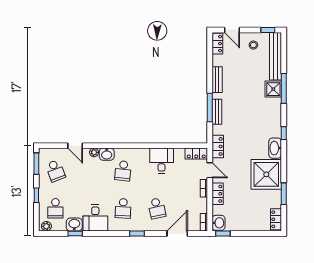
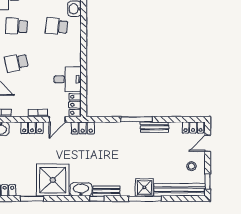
window: (210, 108) -> (137, 119), moved
bench: (217, 112) -> (106, 191), moved
desk: (162, 161) -> (68, 79), moved

